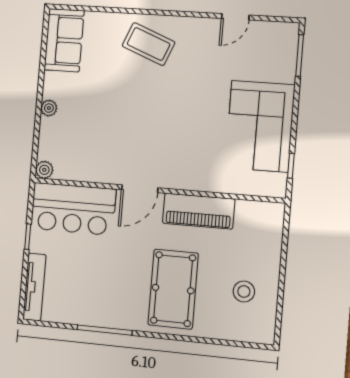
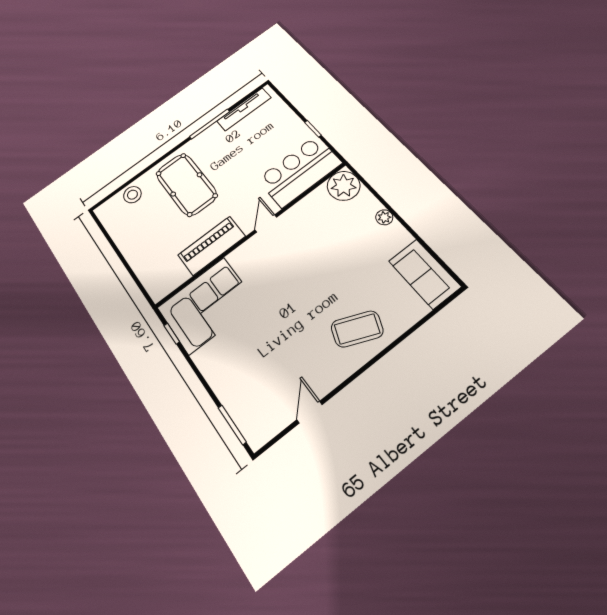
corner sofa: (260, 126) -> (207, 305), moved, turned 90
plant: (44, 170) -> (344, 186), width x1.87, depth x1.87
door: (140, 189) -> (266, 223), width x0.73
tv unit: (34, 287) -> (244, 109), moved, turned -90
stool: (244, 291) -> (132, 195), moved

